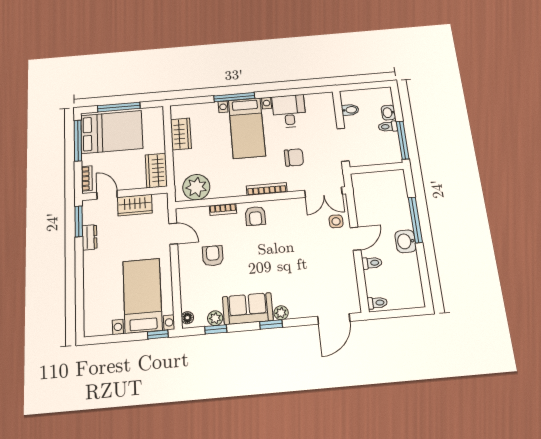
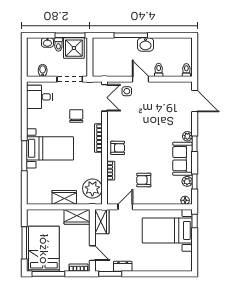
desk: (289, 111) -> (39, 97), moved
wardrobe: (181, 134) -> (64, 197), moved
shower: (386, 146) -> (74, 48), added
door: (107, 195) -> (92, 253), swing flipped
wardrobe: (135, 205) -> (102, 222), moved

